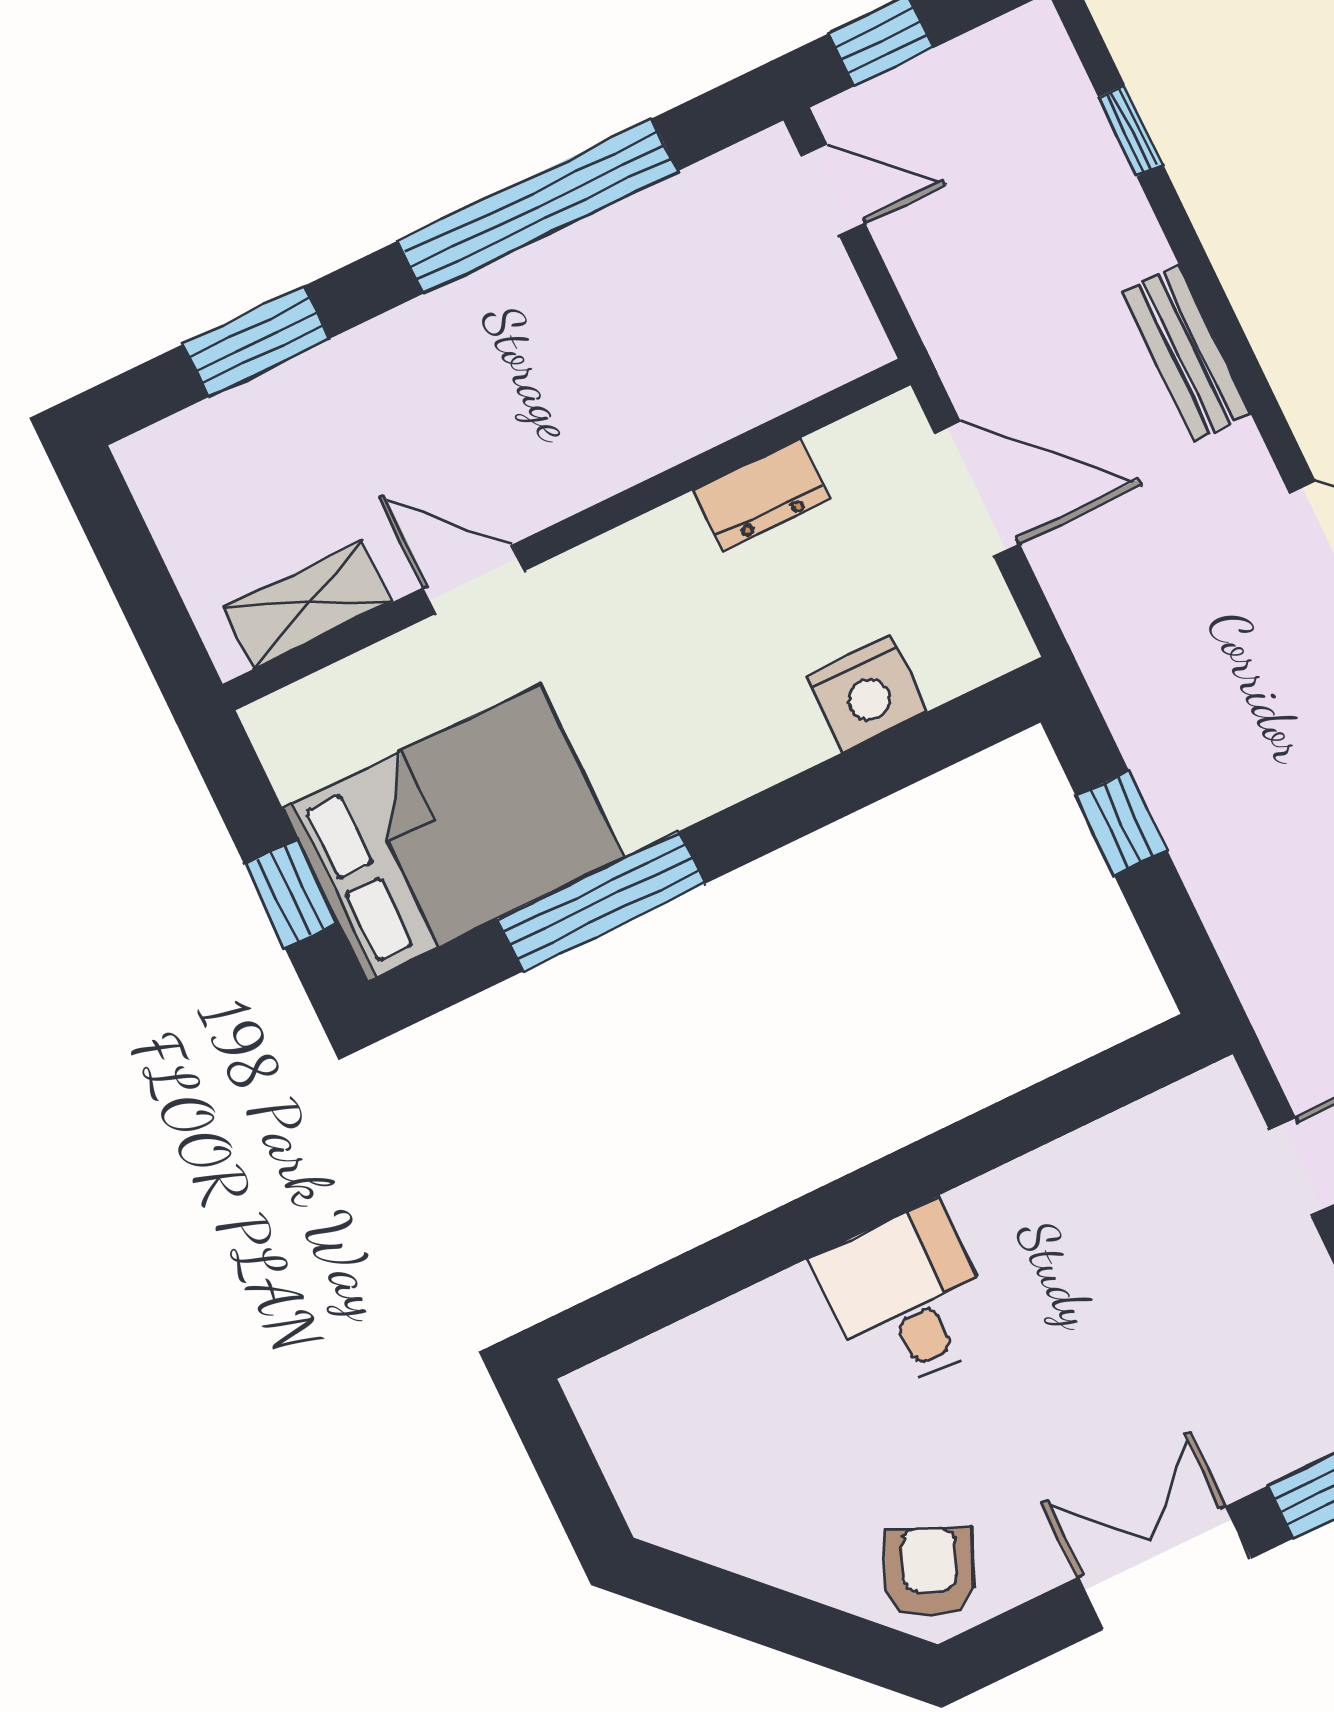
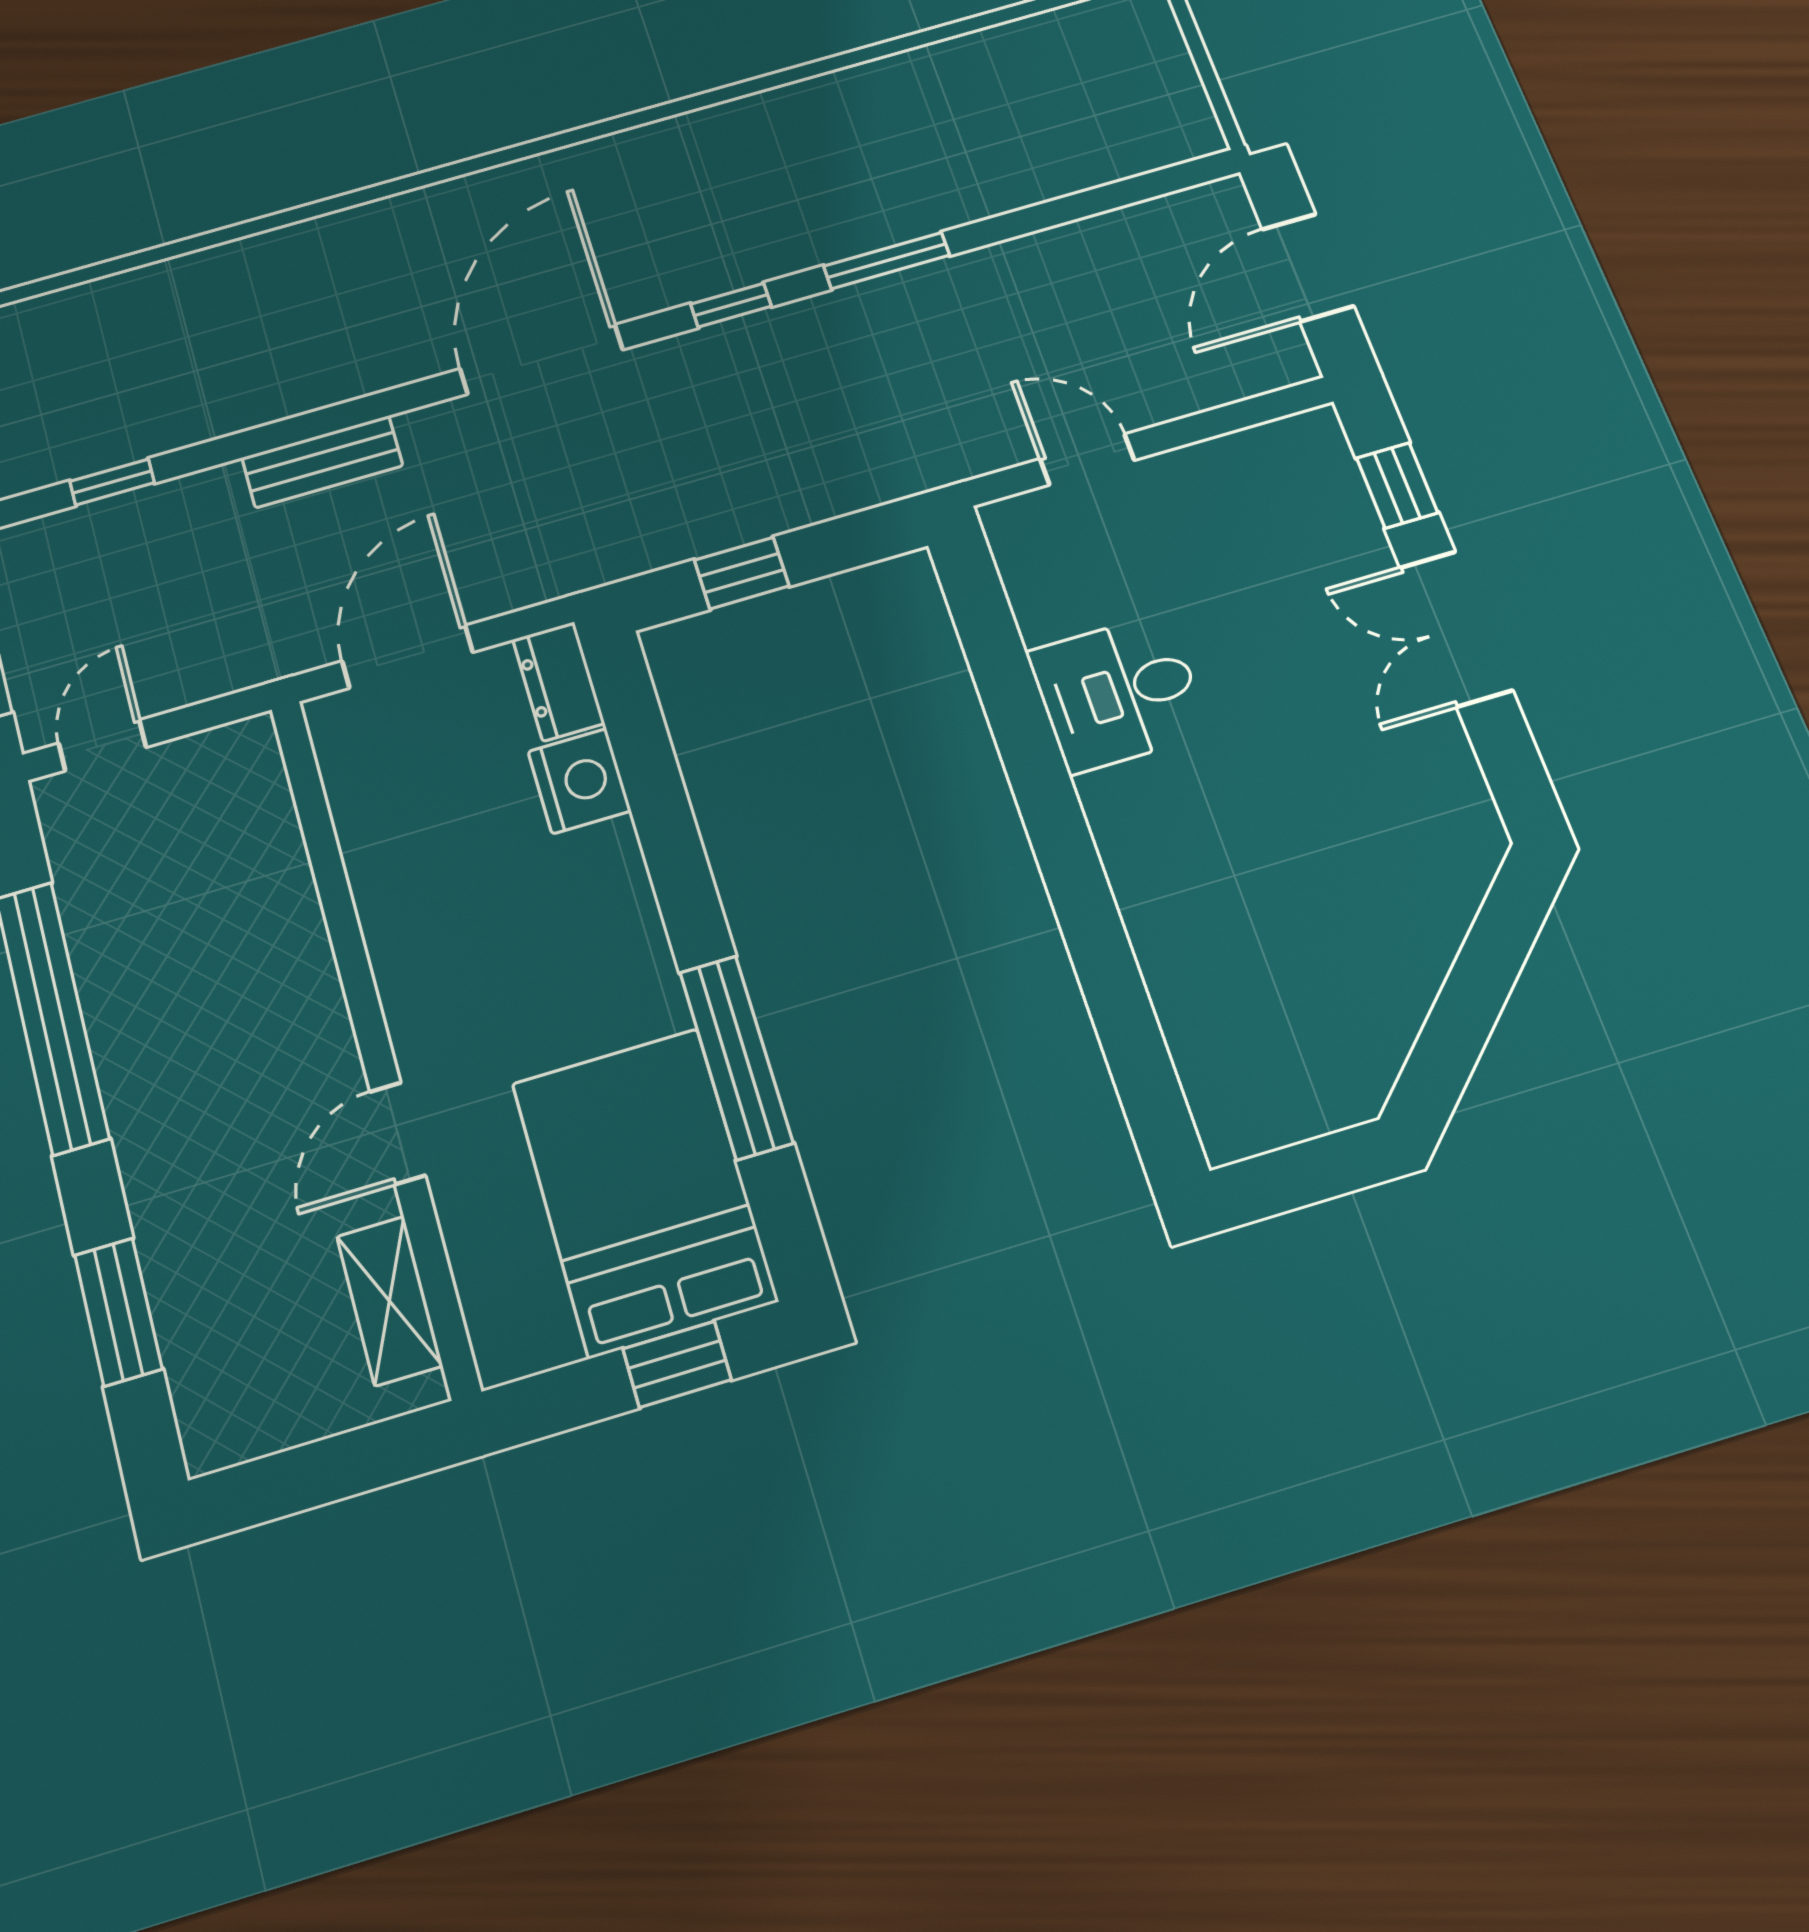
dresser: (761, 495) -> (559, 681), moved, turned 180
desk: (906, 1297) -> (1118, 693), moved
armchair: (930, 1572) -> (1441, 842), removed

